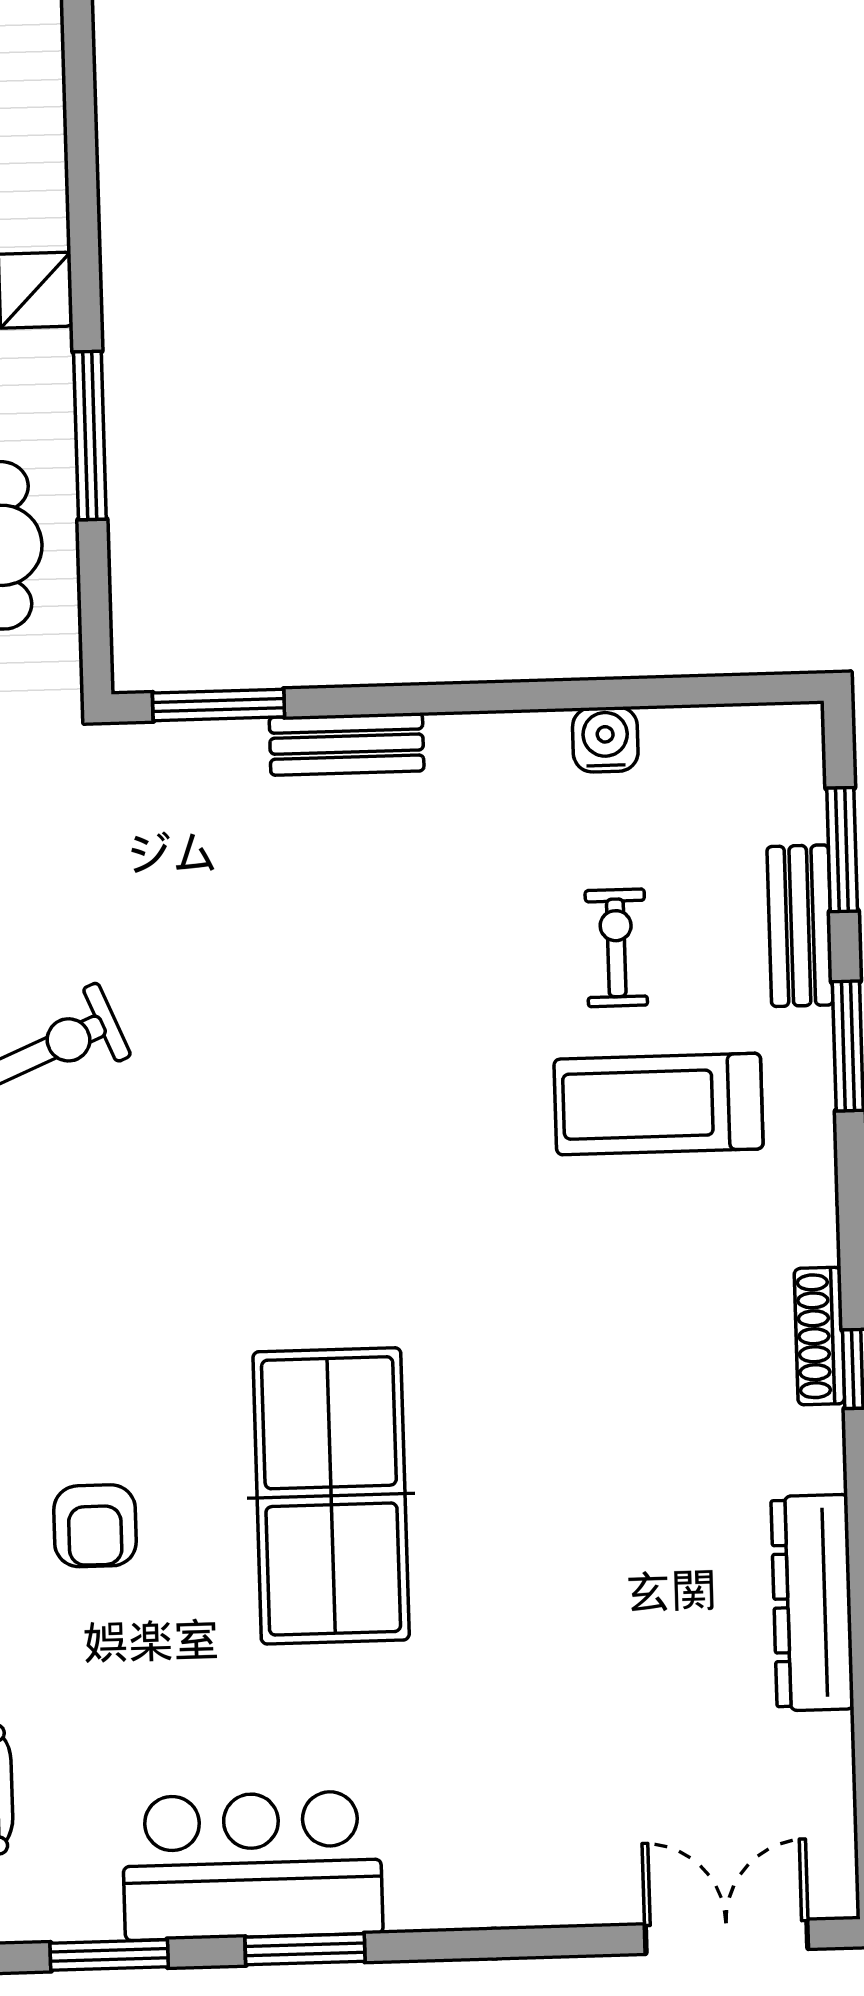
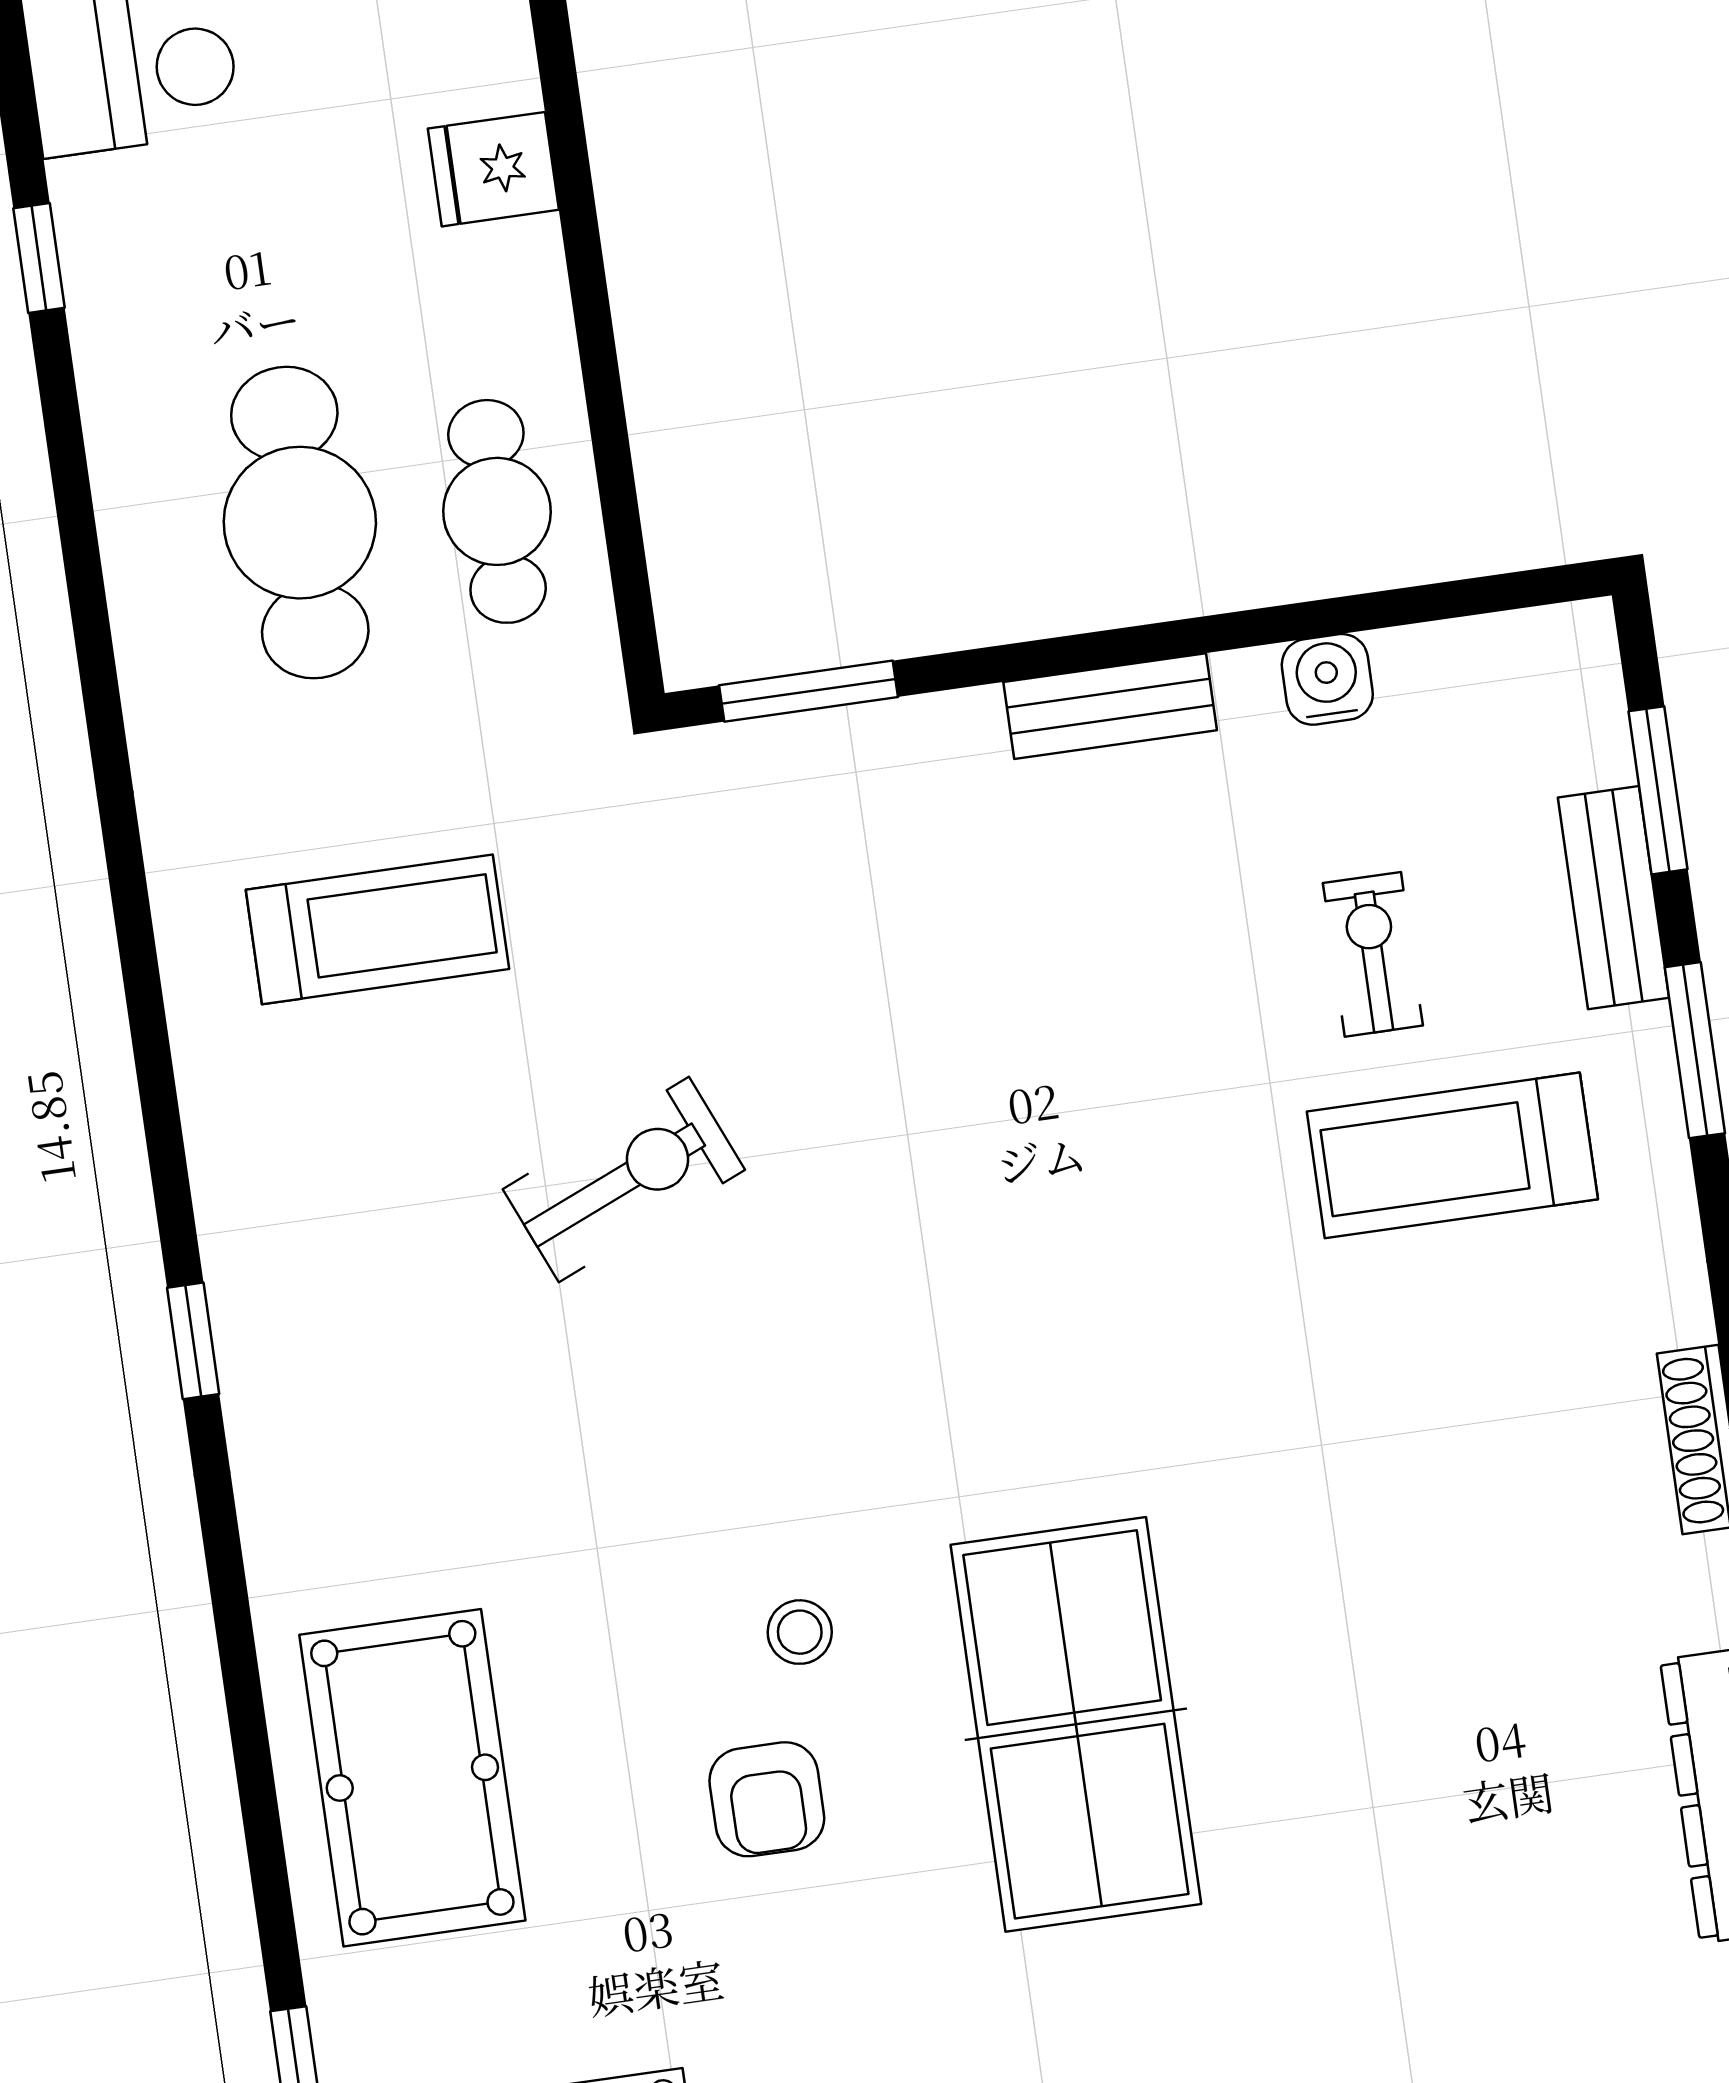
window: (90, 436) -> (598, 353), removed
bench: (347, 744) -> (1110, 706), moved
stool: (133, 1404) -> (800, 1632), added

